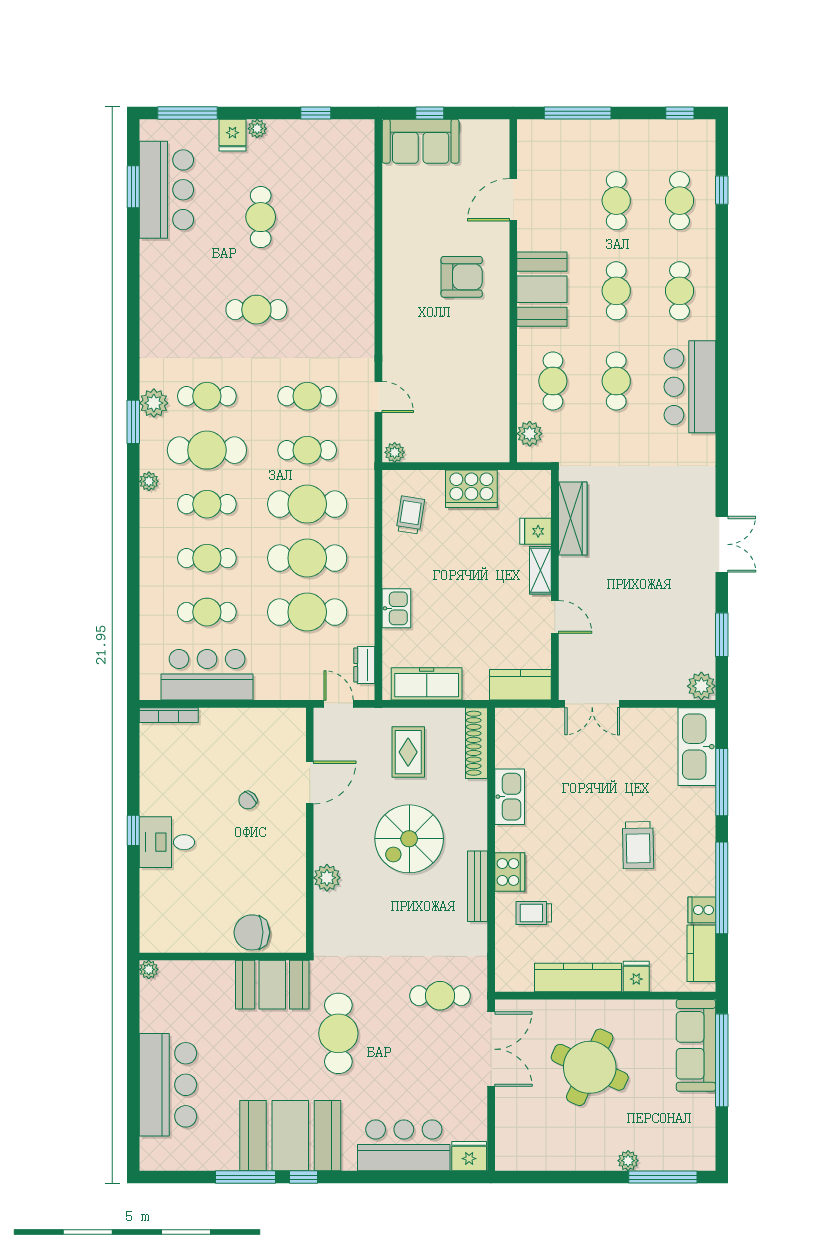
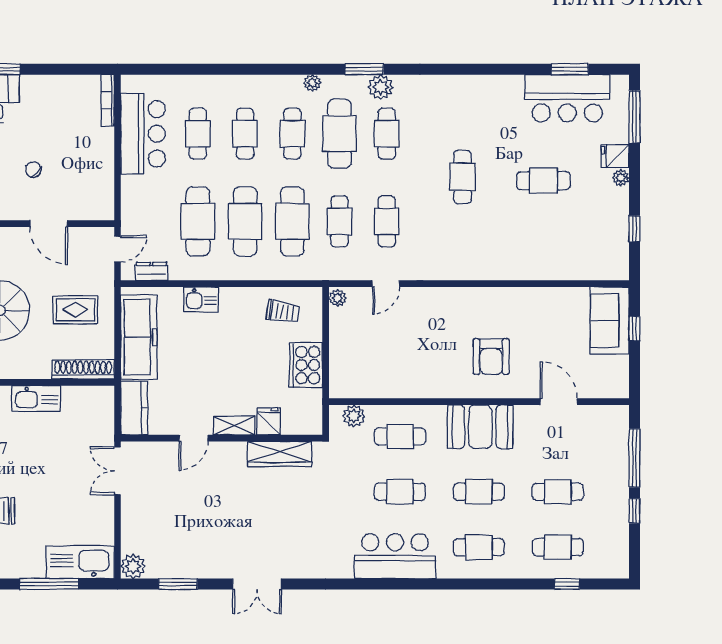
window: (680, 113) -> (634, 511), moved
freezer: (427, 684) -> (139, 337), width x1.36, depth x1.26

